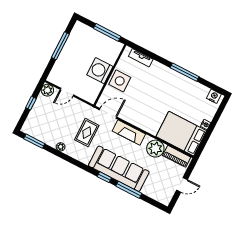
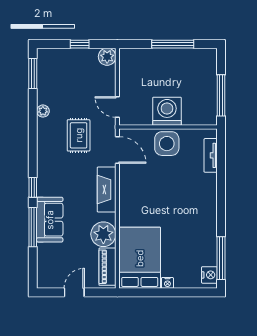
window: (185, 72) -> (221, 258), moved
door: (67, 92) -> (117, 107), moved
rug: (87, 133) -> (79, 135), turned 90
sofa: (119, 169) -> (50, 220), width x0.54, depth x0.79
door: (182, 185) -> (74, 292), swing flipped

